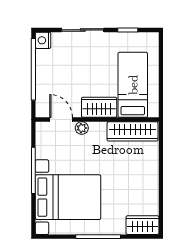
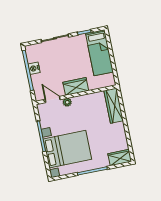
nightstand: (43, 40) -> (34, 68), moved
bed: (133, 85) -> (99, 53), moved, turned 180
wardrobe: (133, 131) -> (114, 106), moved, turned 90

